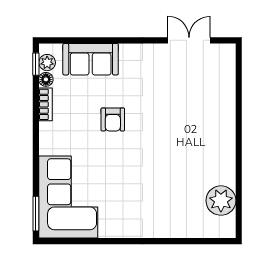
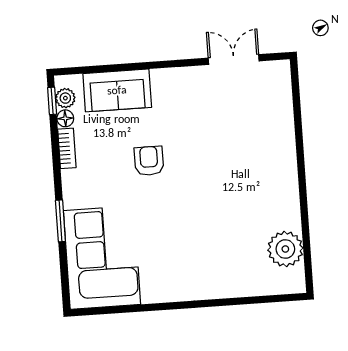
armchair: (113, 119) -> (149, 161), turned 180
window: (36, 214) -> (60, 221), moved

